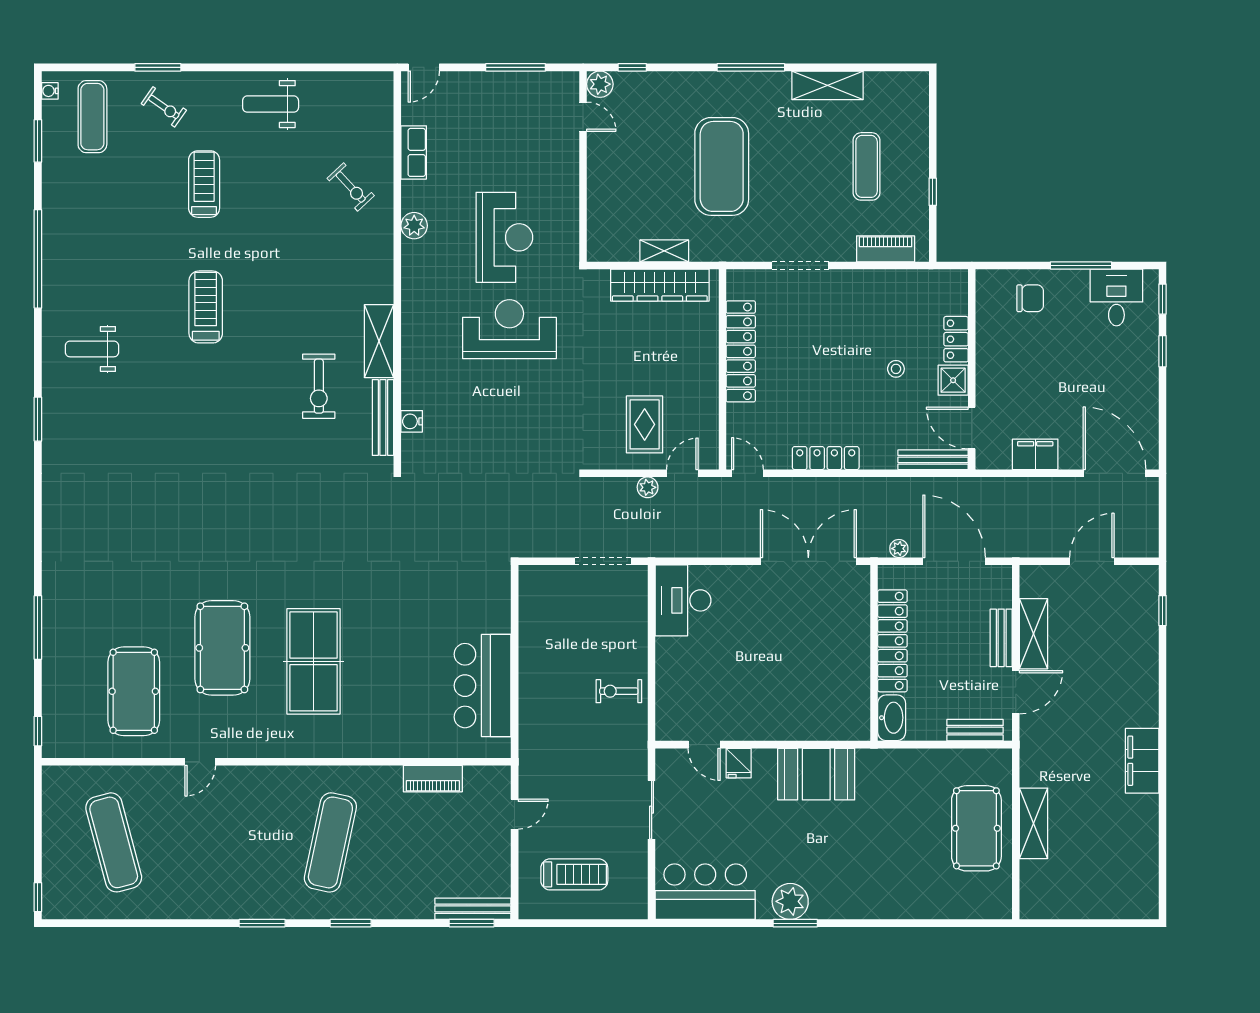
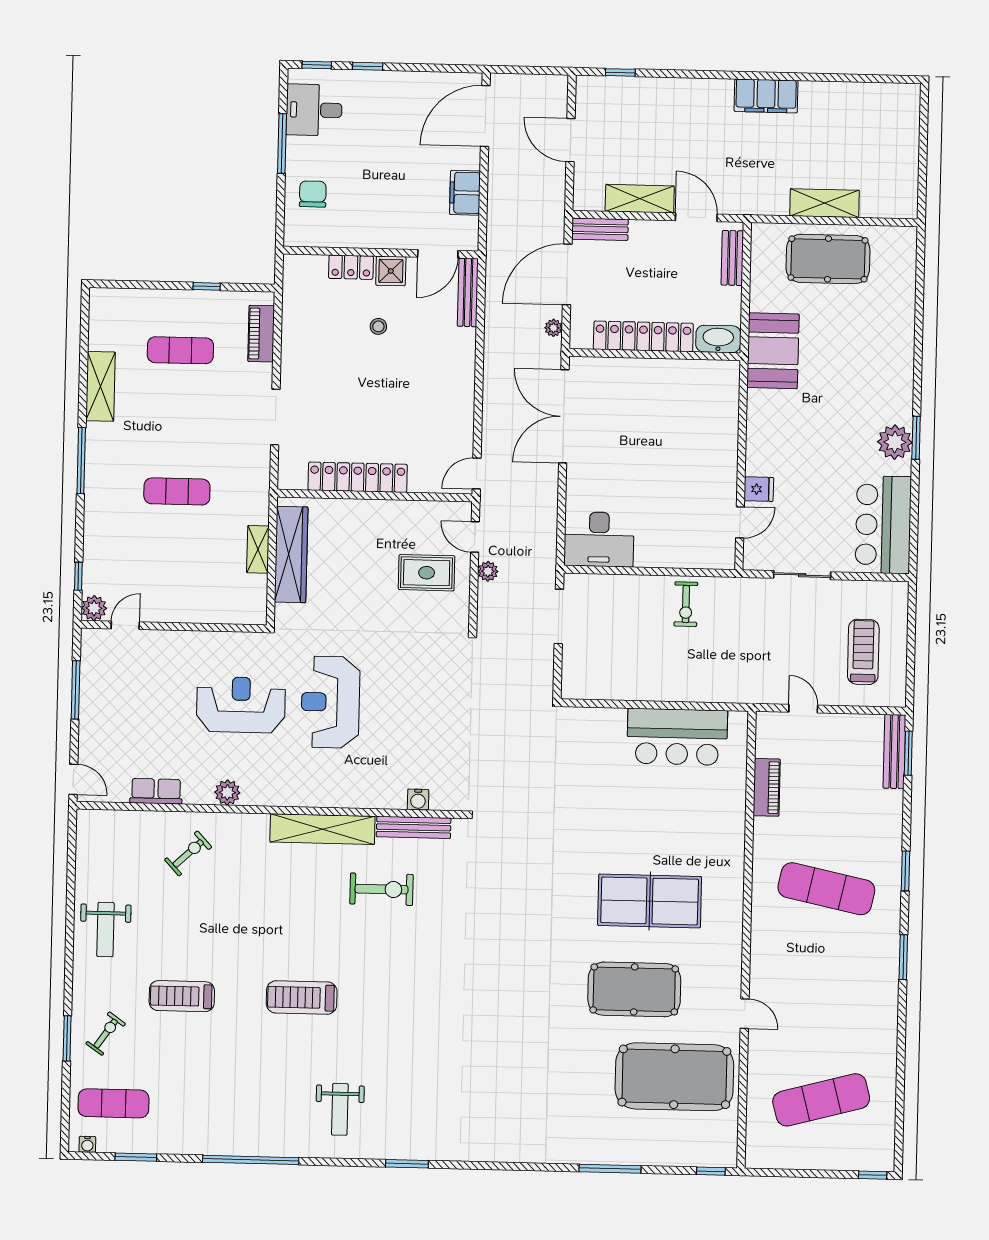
exercise mat: (722, 166) -> (177, 491), width x0.50, depth x0.69
shelving: (379, 341) -> (322, 829), width x1.47
locker: (826, 458) -> (464, 397), removed
bench: (1001, 638) -> (600, 229), moved
pool table: (134, 691) -> (674, 1077), width x1.36, depth x1.32
booth: (816, 774) -> (773, 351), moved

